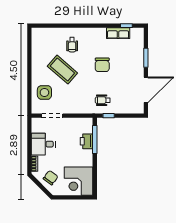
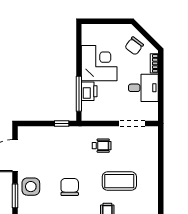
coffee table: (62, 70) -> (119, 181), turned -41
side table: (44, 92) -> (31, 187), moved
wheelchair: (103, 100) -> (102, 146), moved
corner desk: (79, 181) -> (99, 63), moved

